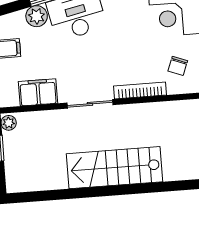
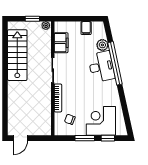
stairs: (114, 168) -> (17, 55), moved

